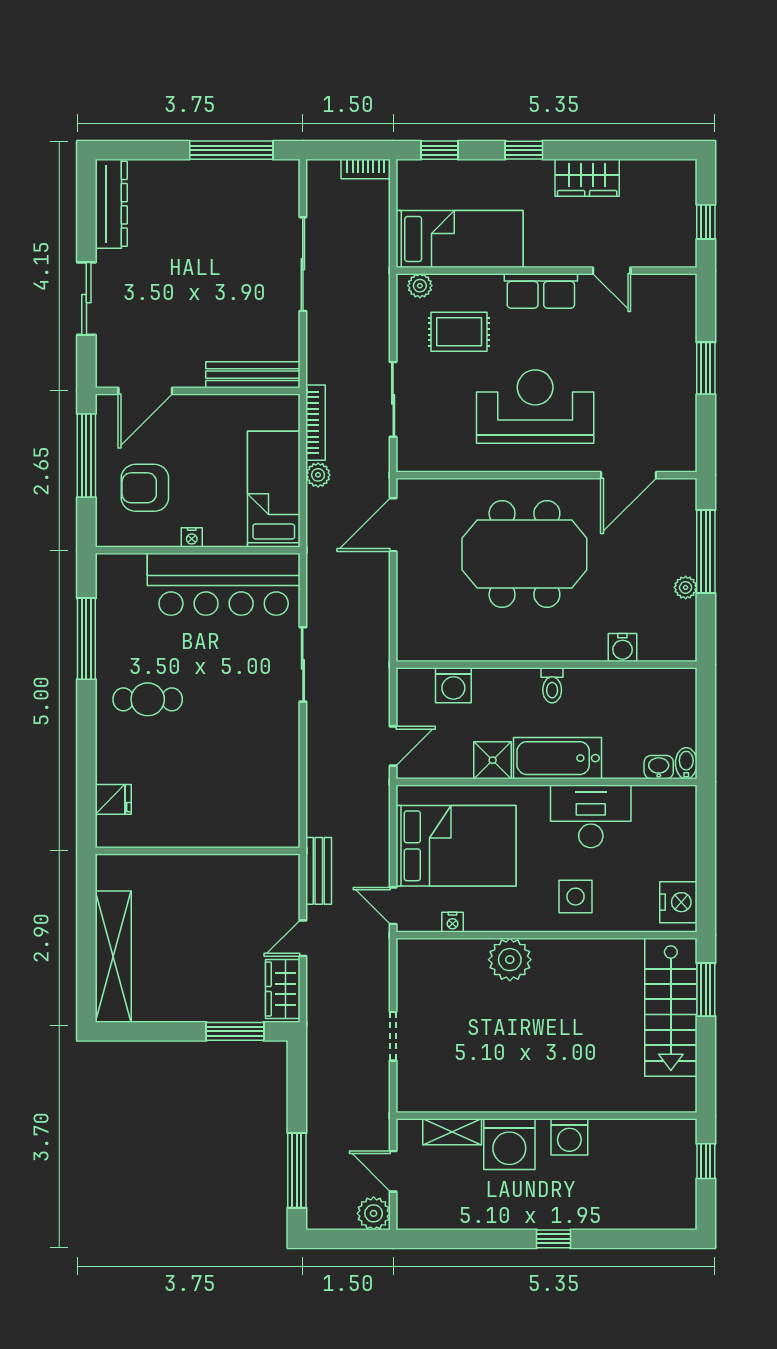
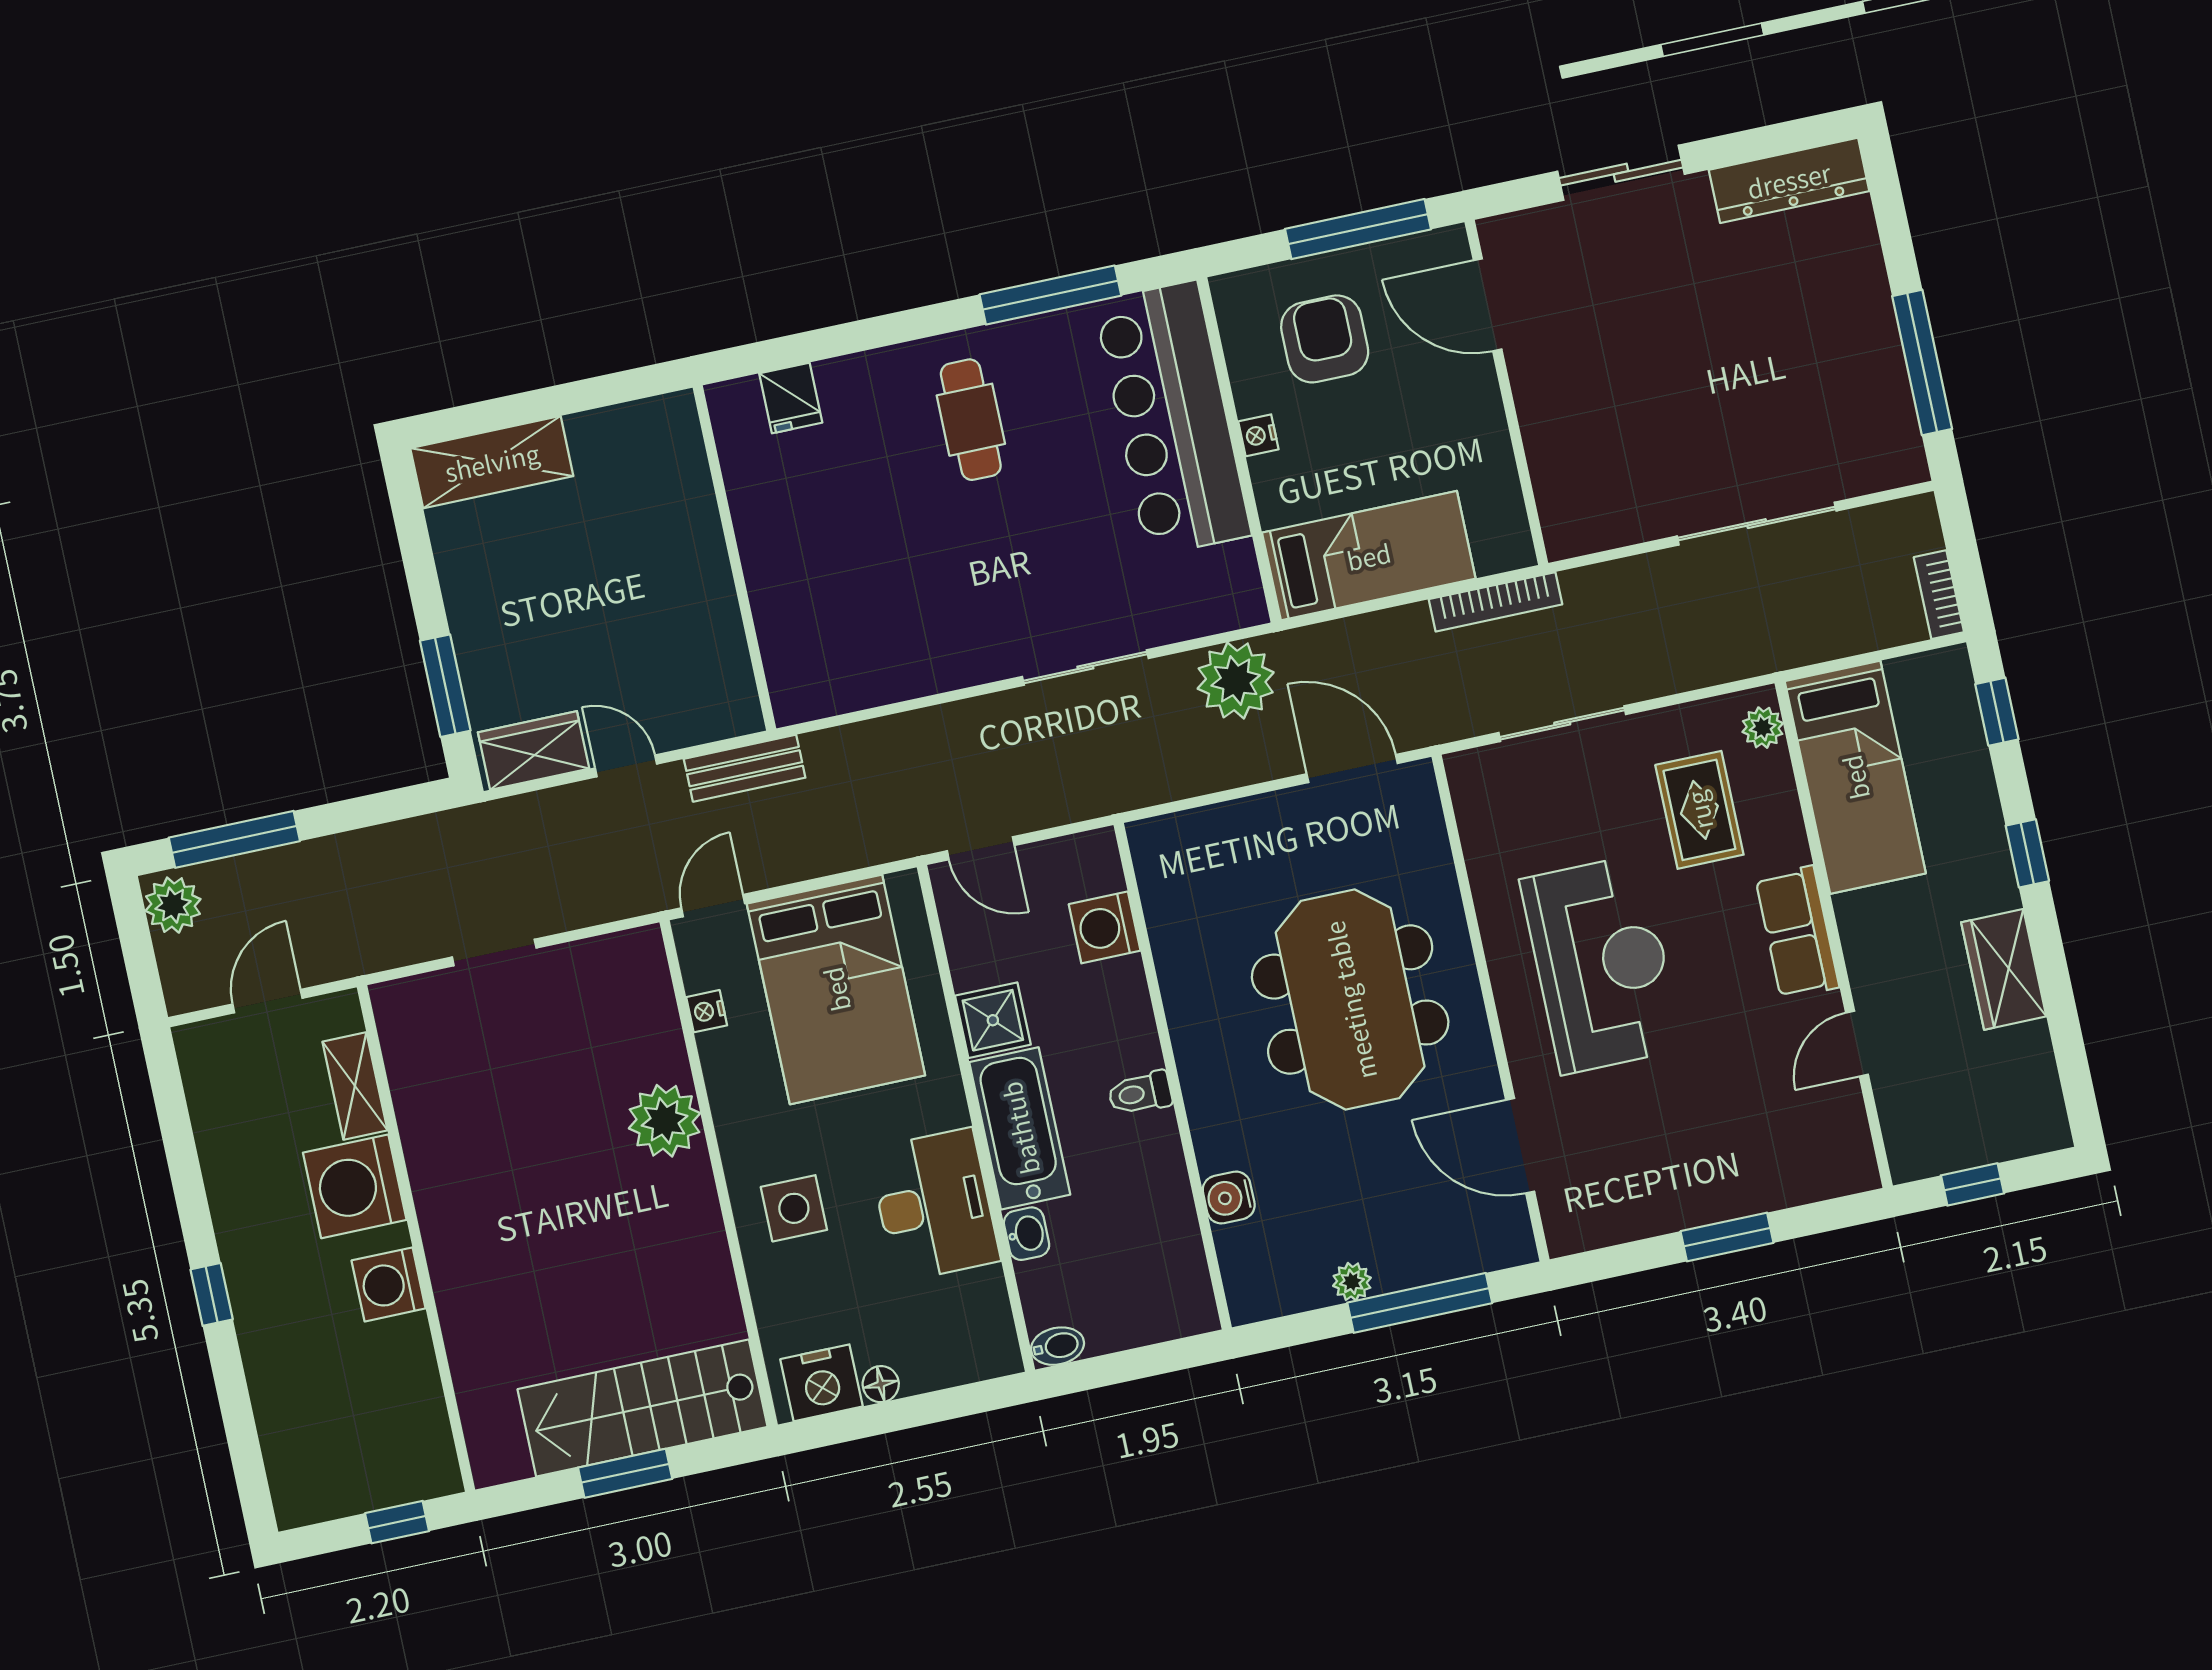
bench: (253, 375) -> (1553, 480), removed
plant: (318, 475) -> (1236, 680), moved, width x1.88, depth x1.88
bar counter: (224, 584) -> (1172, 419), moved
washbasin: (659, 767) -> (1027, 1234), moved
floor lamp: (686, 869) -> (881, 1384), added
shelving: (113, 957) -> (492, 462), width x0.68
window: (706, 990) -> (625, 1473), moved
plant: (374, 1213) -> (173, 905), moved

